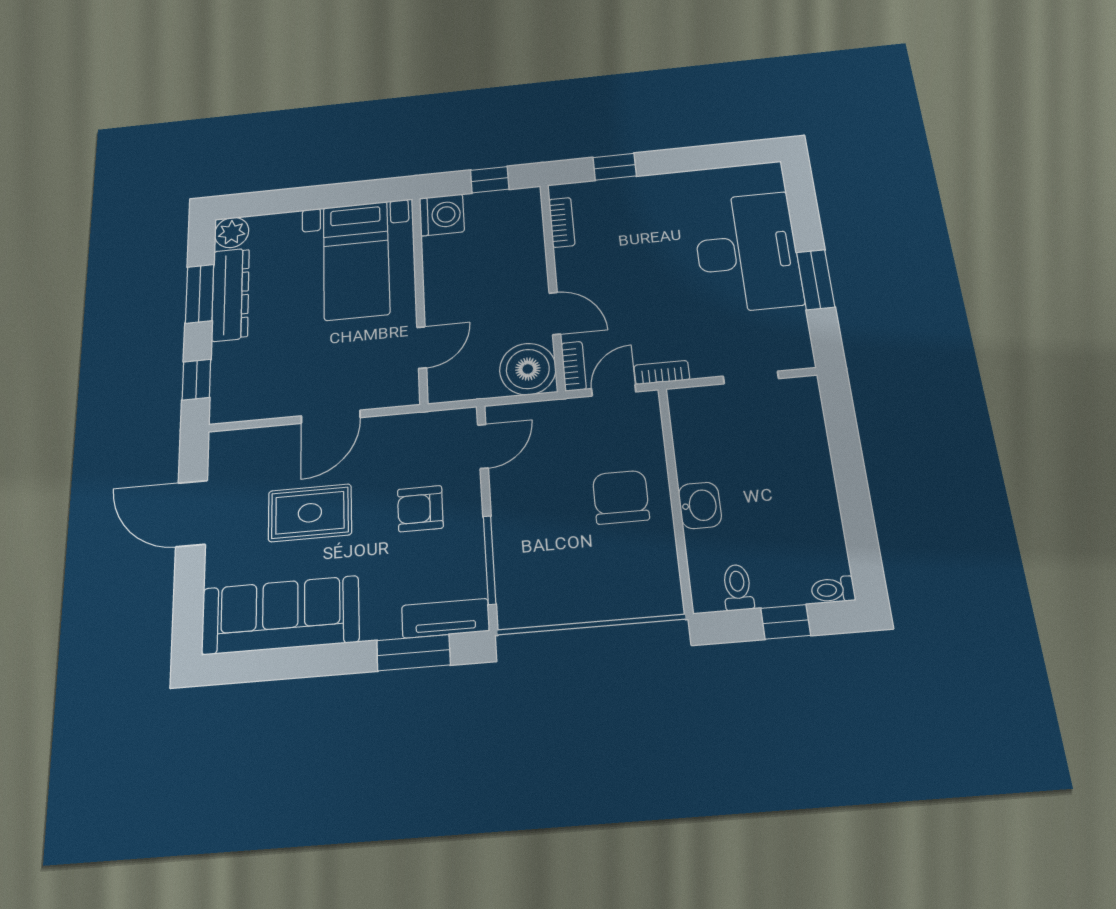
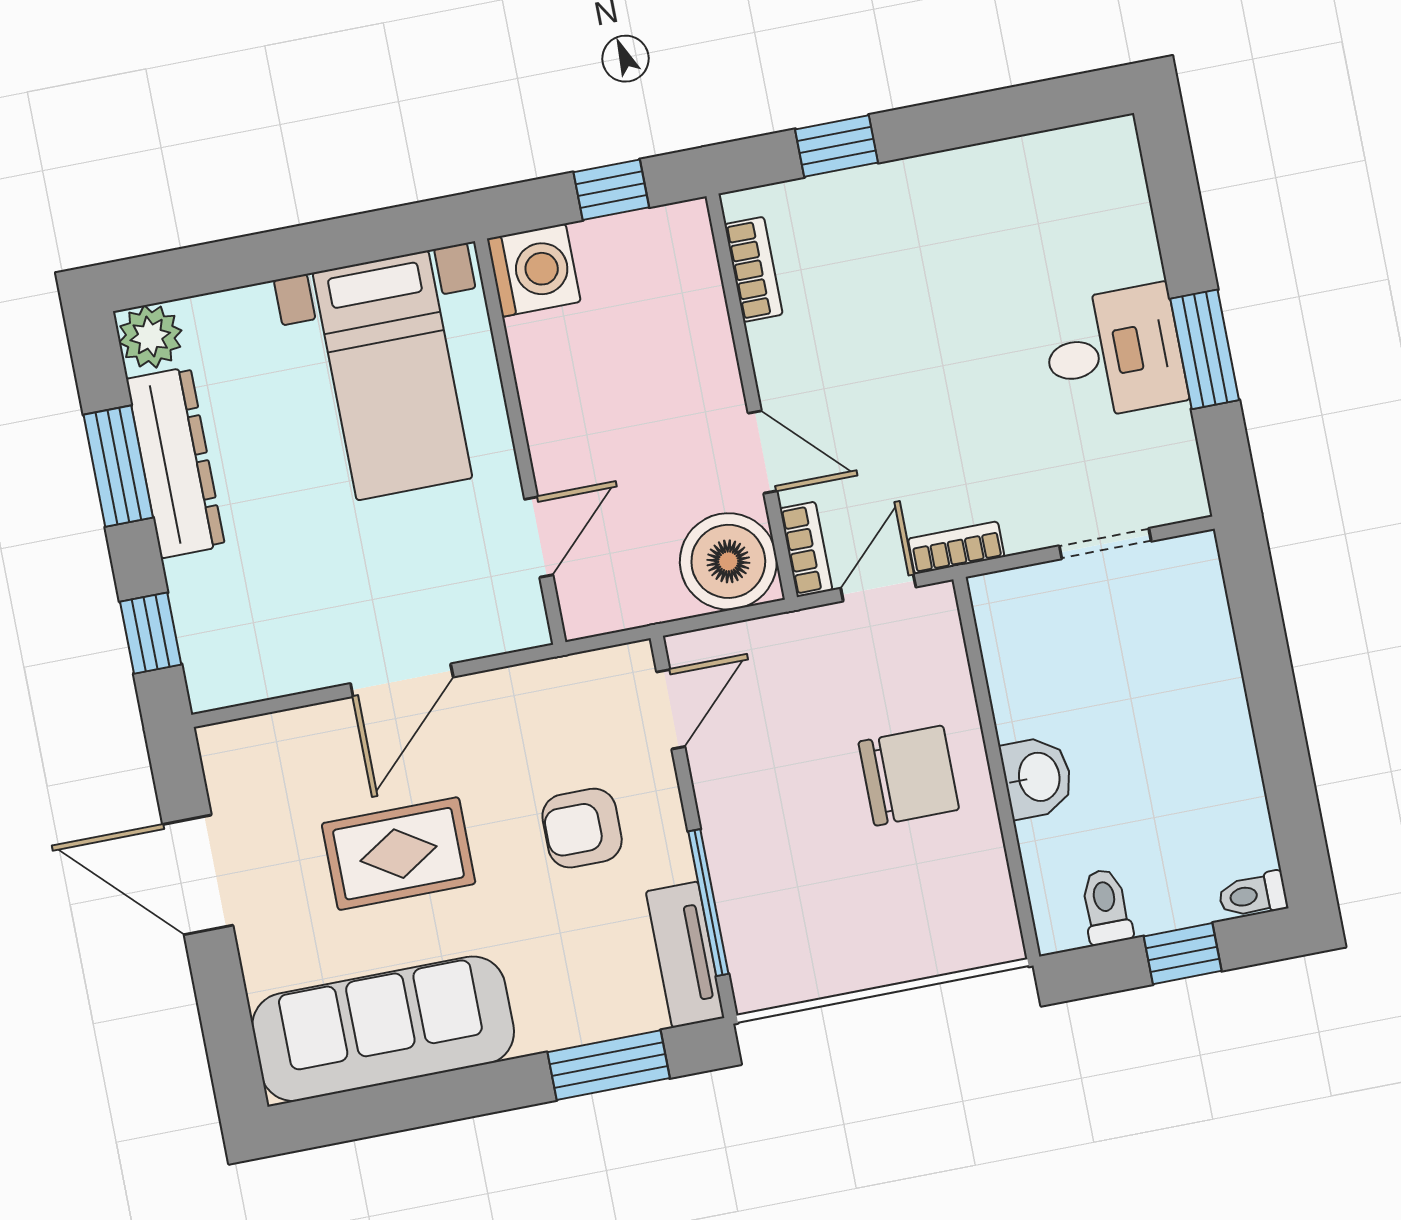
desk: (747, 252) -> (1114, 353), width x0.53, depth x0.77
chair: (621, 497) -> (909, 776), turned 90
tv unit: (445, 618) -> (685, 955), moved, turned -90

